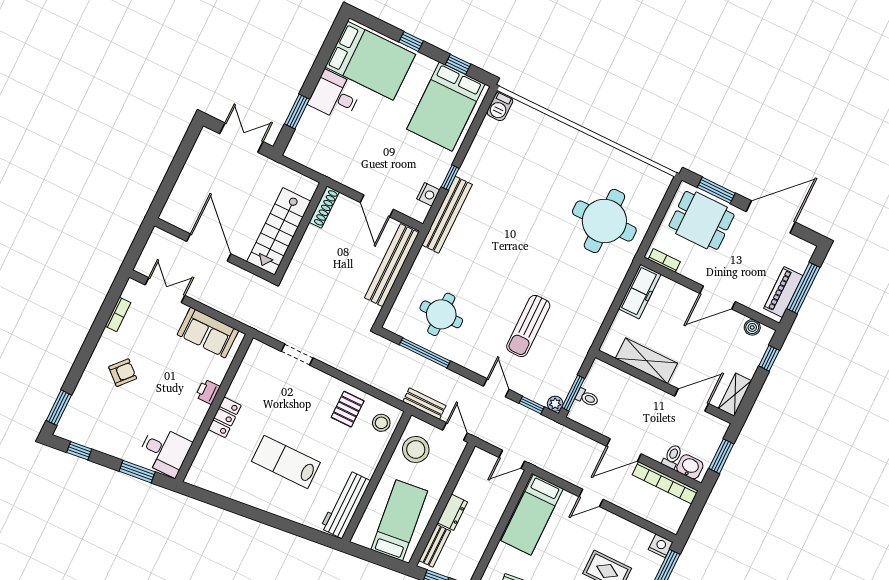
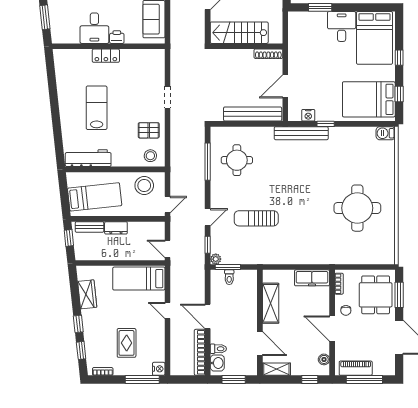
round table: (604, 221) -> (357, 208), moved
chair: (703, 269) -> (346, 310), added
doorway: (297, 355) -> (167, 97), moved
bench: (424, 404) -> (176, 177), removed
desk: (165, 451) -> (94, 28), moved

